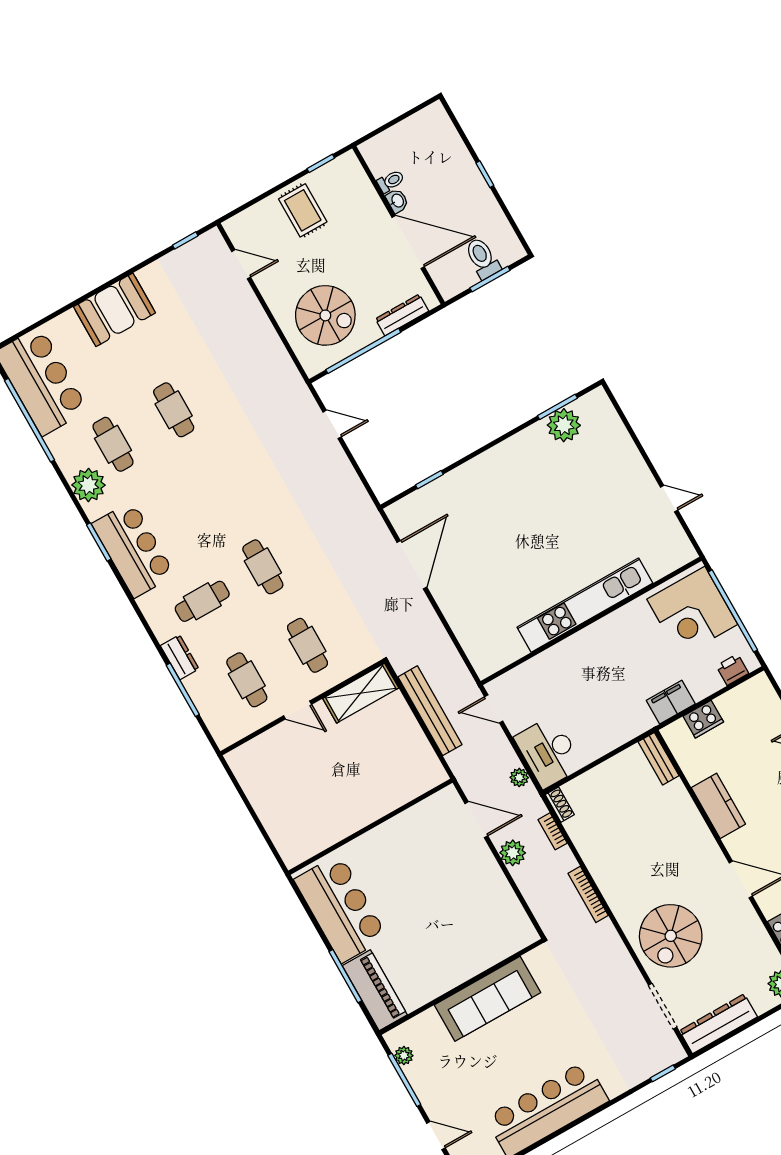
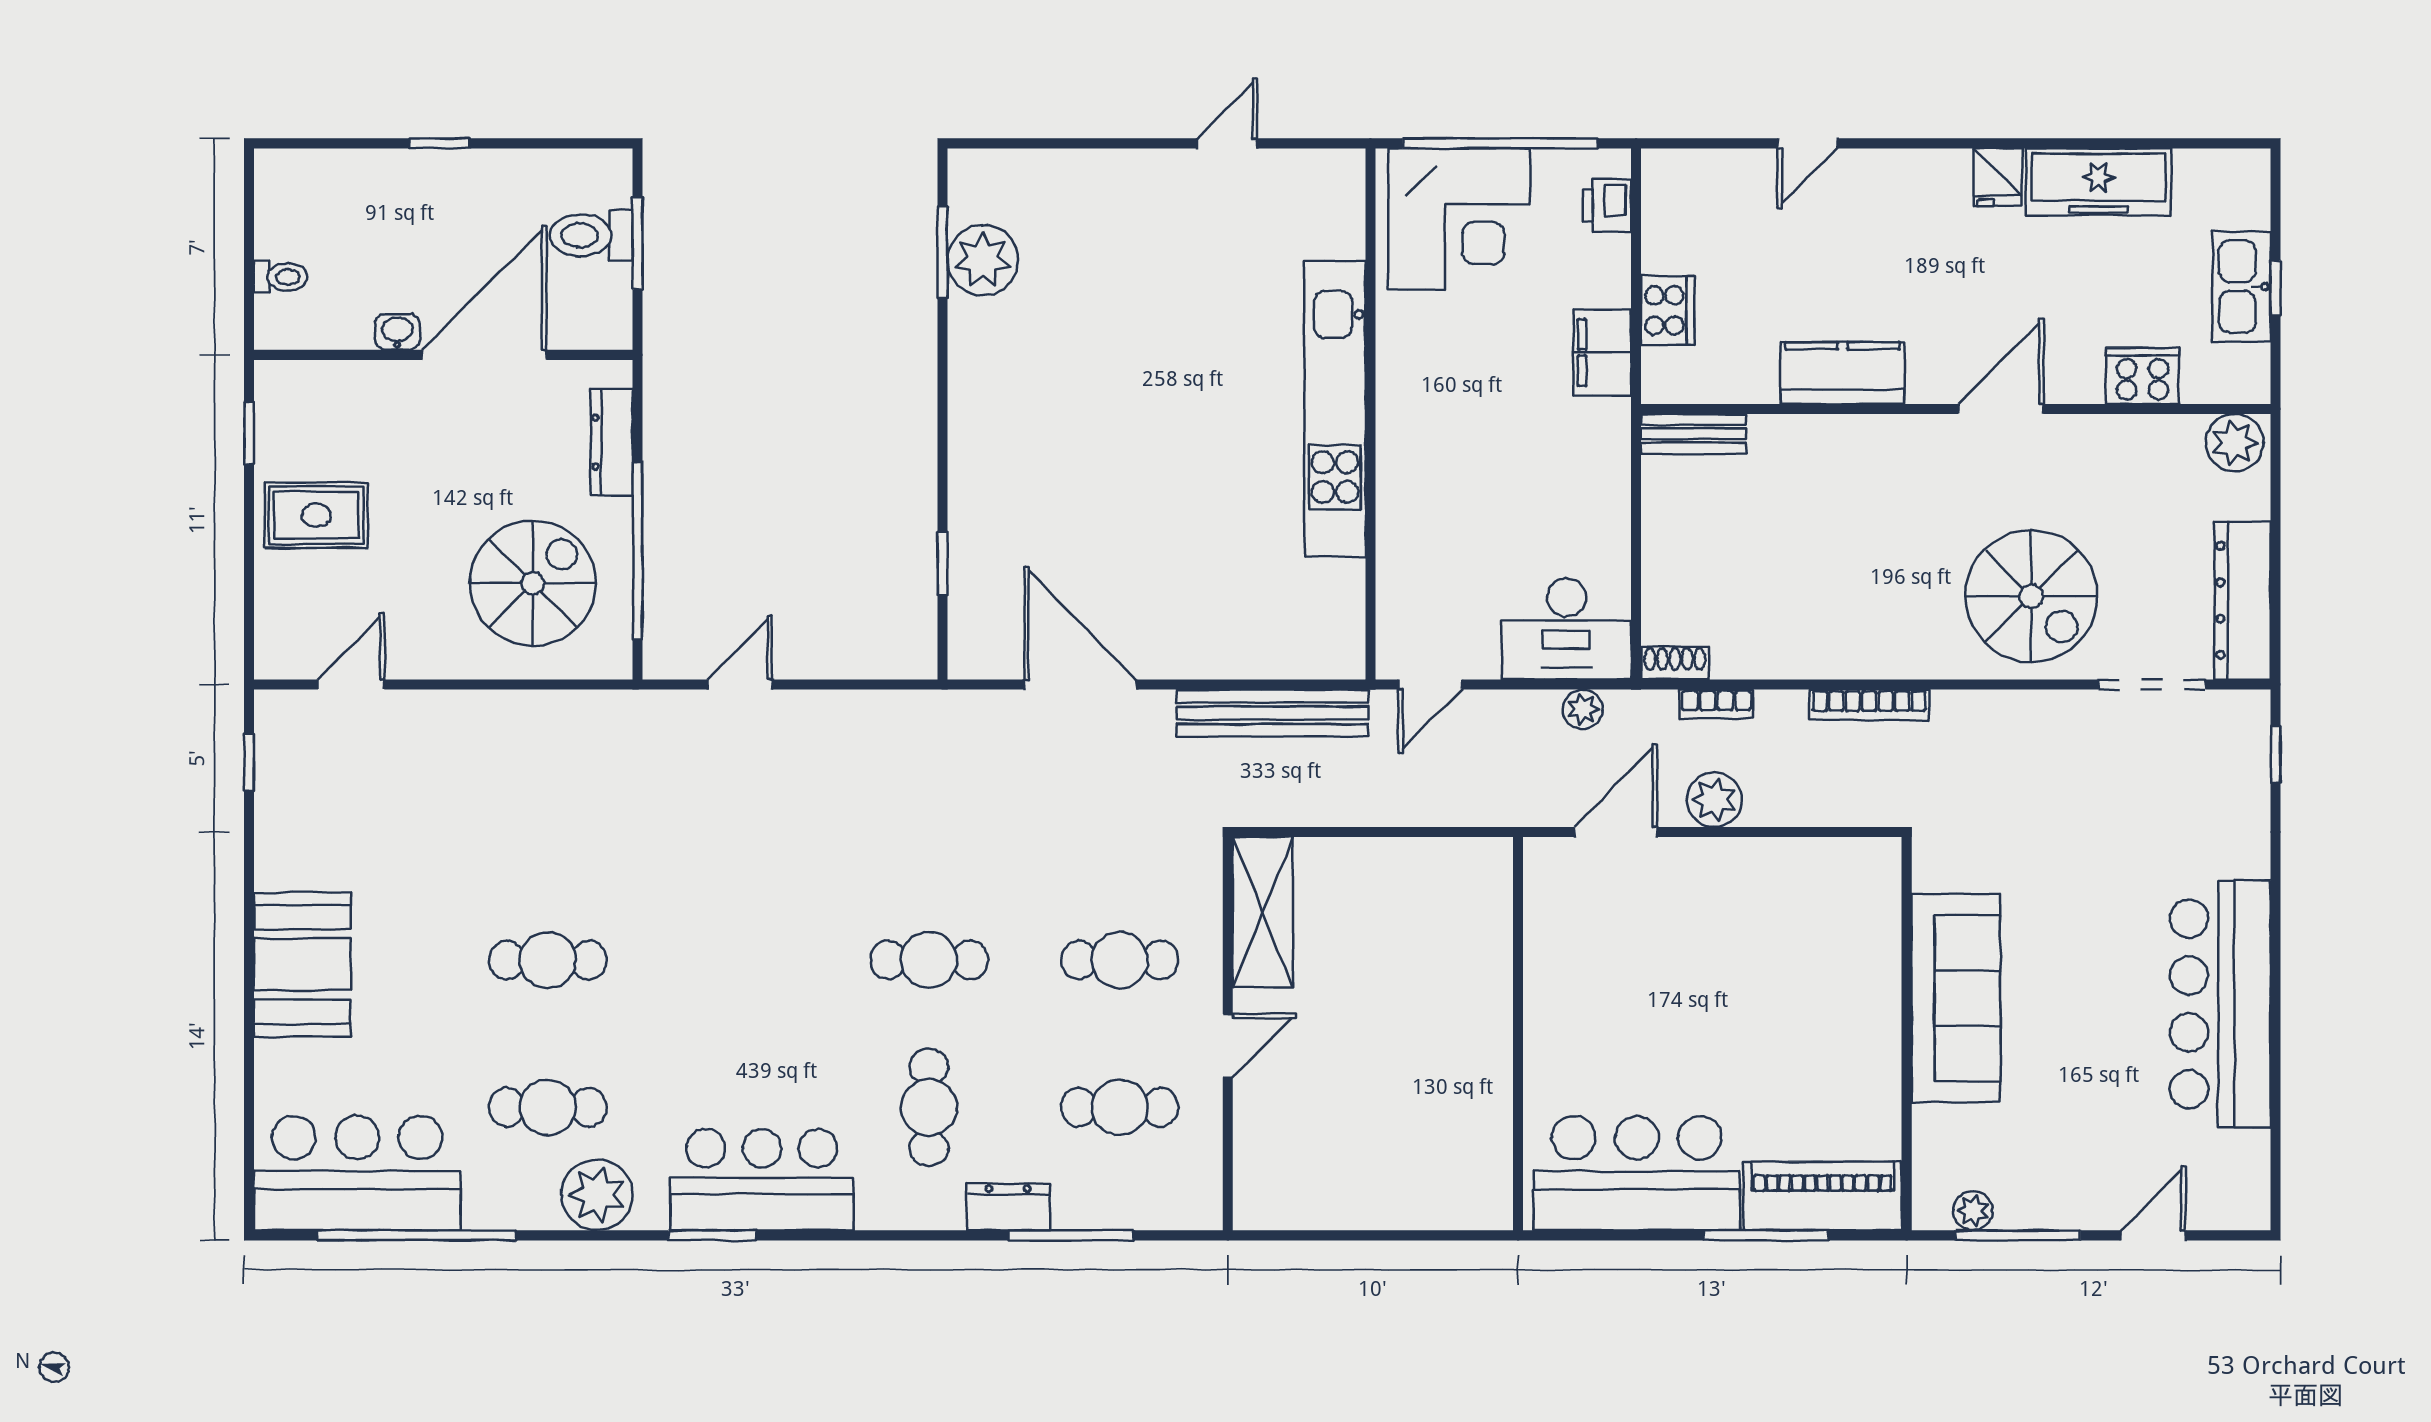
toilet: (391, 181) -> (281, 277), moved, turned 90
bench: (430, 711) -> (1272, 713), moved

